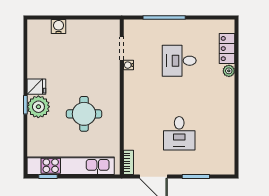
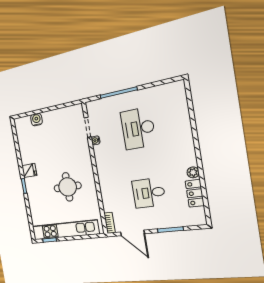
locker: (227, 49) -> (195, 193), moved
desk: (179, 61) -> (138, 128), width x1.37
plant: (229, 71) -> (193, 172), moved
plant: (38, 107) -> (33, 186), removed
desk: (179, 133) -> (149, 193), turned 90

